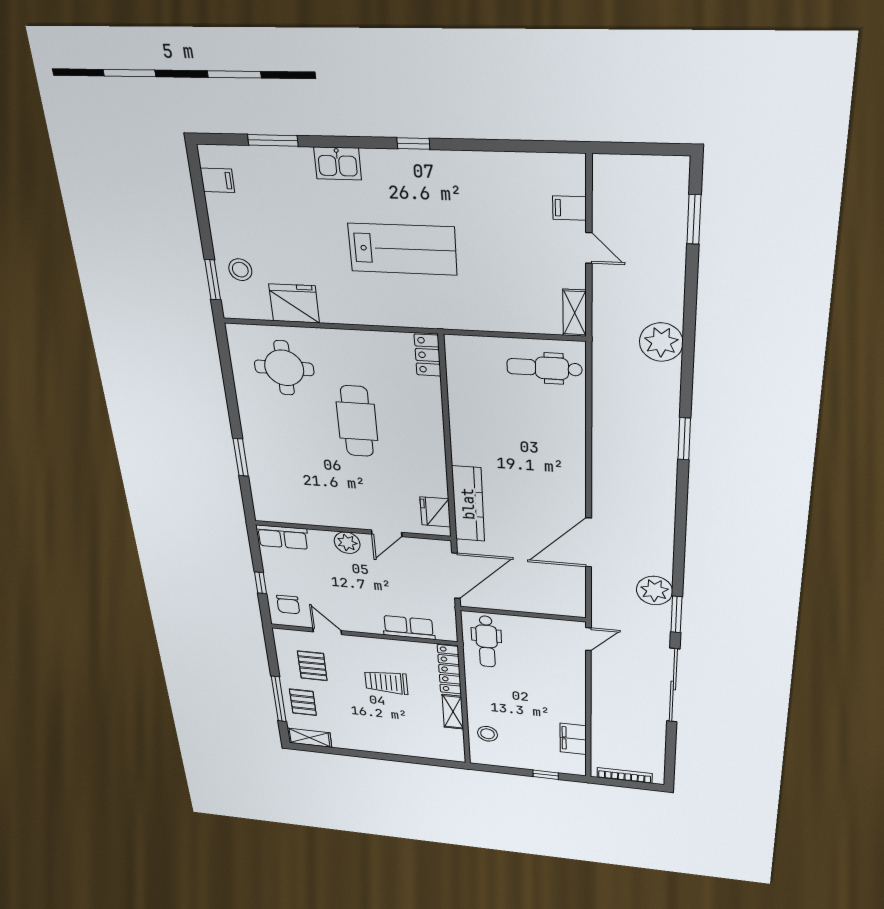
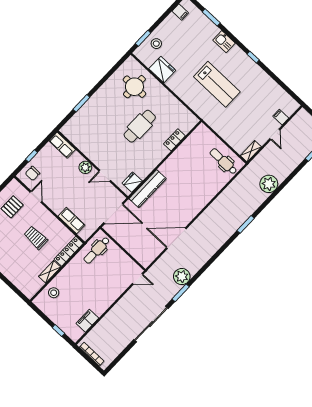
locker: (428, 355) -> (174, 140), moved

